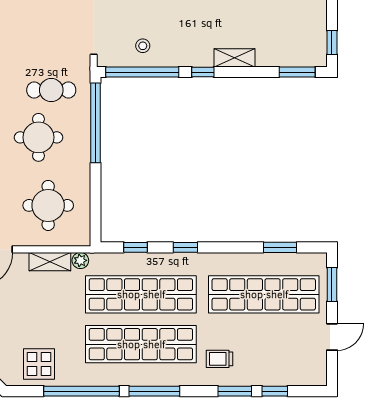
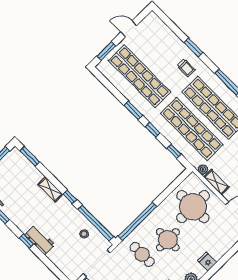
round table: (48, 205) -> (193, 207), width x1.36, depth x1.36
window: (280, 247) -> (133, 110), moved
window: (275, 391) -> (176, 30), removed

